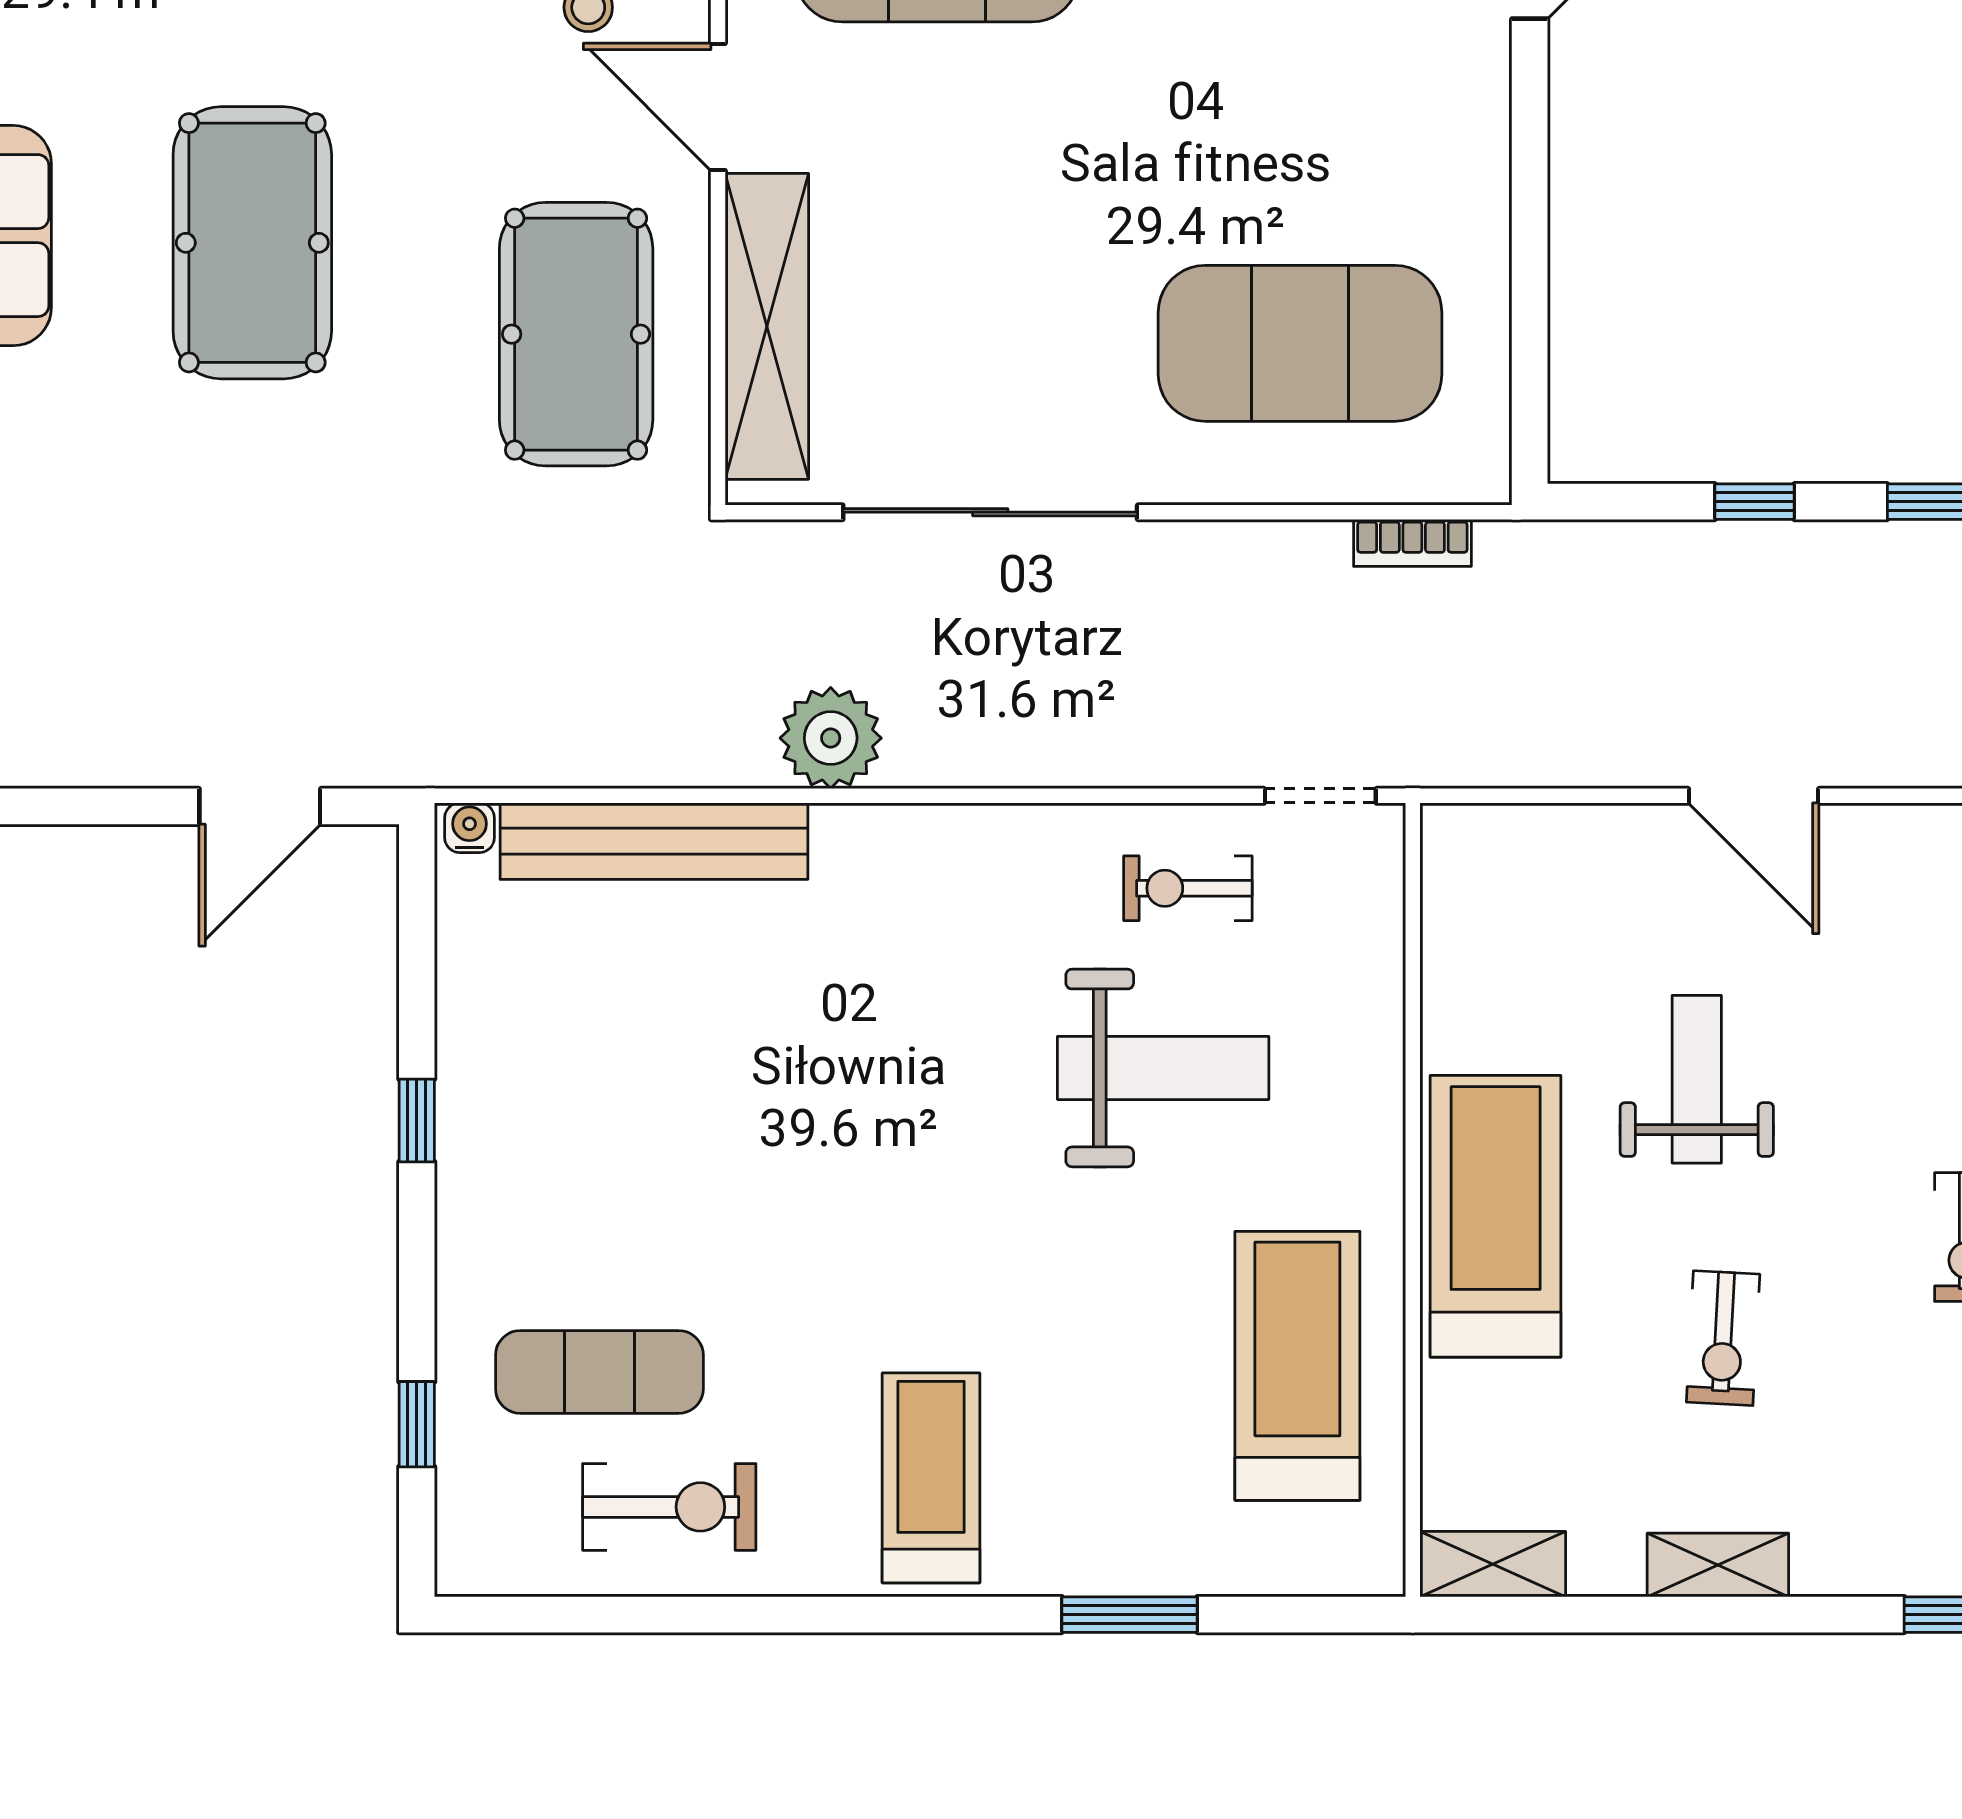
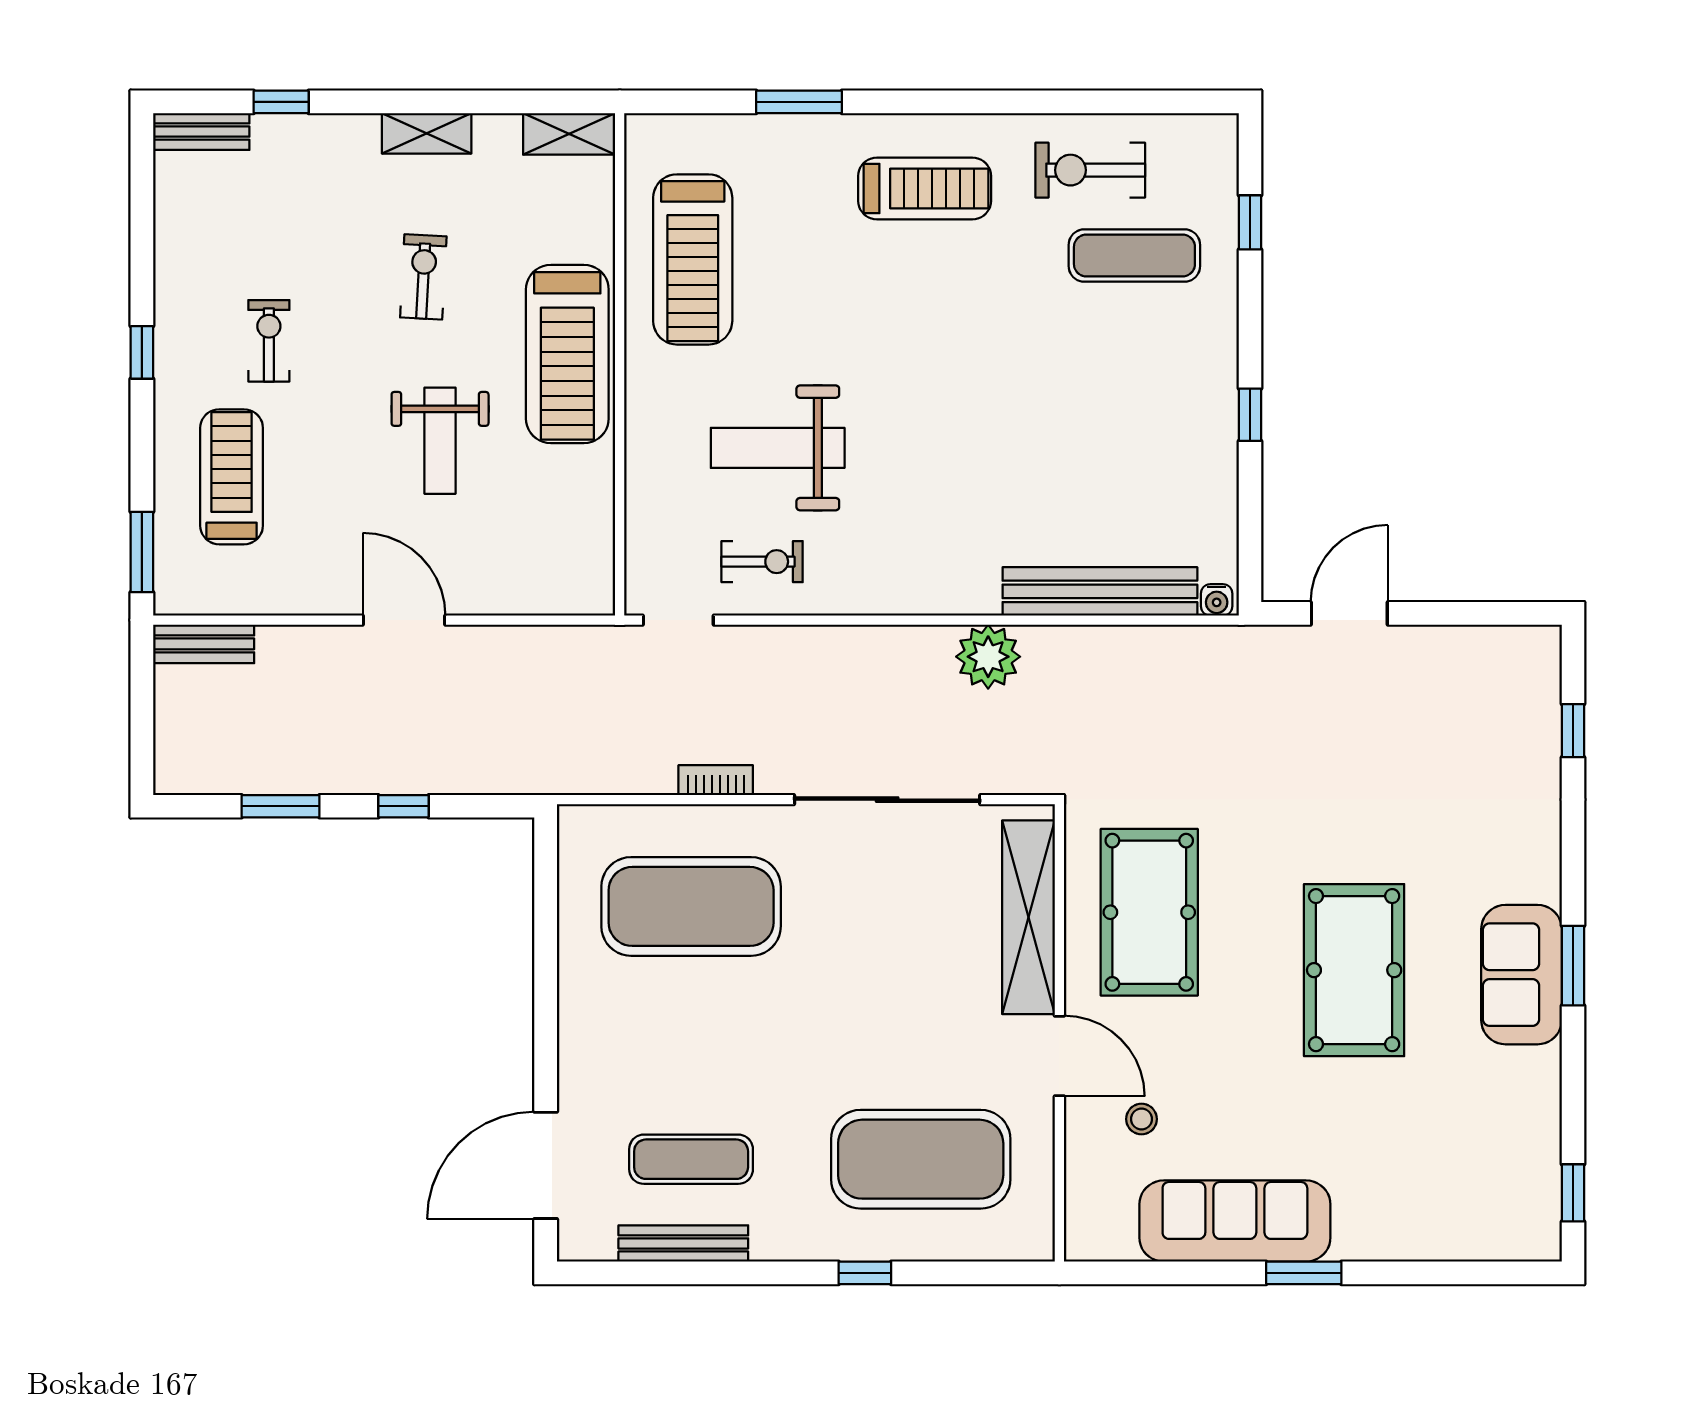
bookcase: (1412, 543) -> (716, 780), moved
treadmill: (931, 1478) -> (925, 188), turned -90

